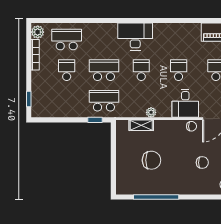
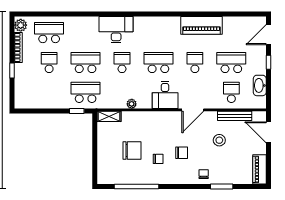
school desk: (179, 70) -> (158, 63), width x1.85
window: (29, 99) -> (12, 70), moved
shelving: (141, 125) -> (109, 116), moved
chair: (192, 126) -> (158, 159), moved

